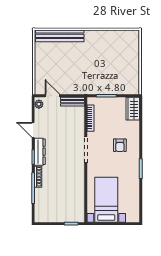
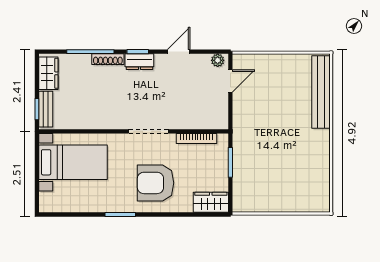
bench: (73, 102) -> (46, 109), moved
armchair: (120, 145) -> (156, 183), width x1.88, depth x1.88
dresser: (40, 152) -> (139, 62), width x0.70
wardrobe: (47, 216) -> (48, 73), added

